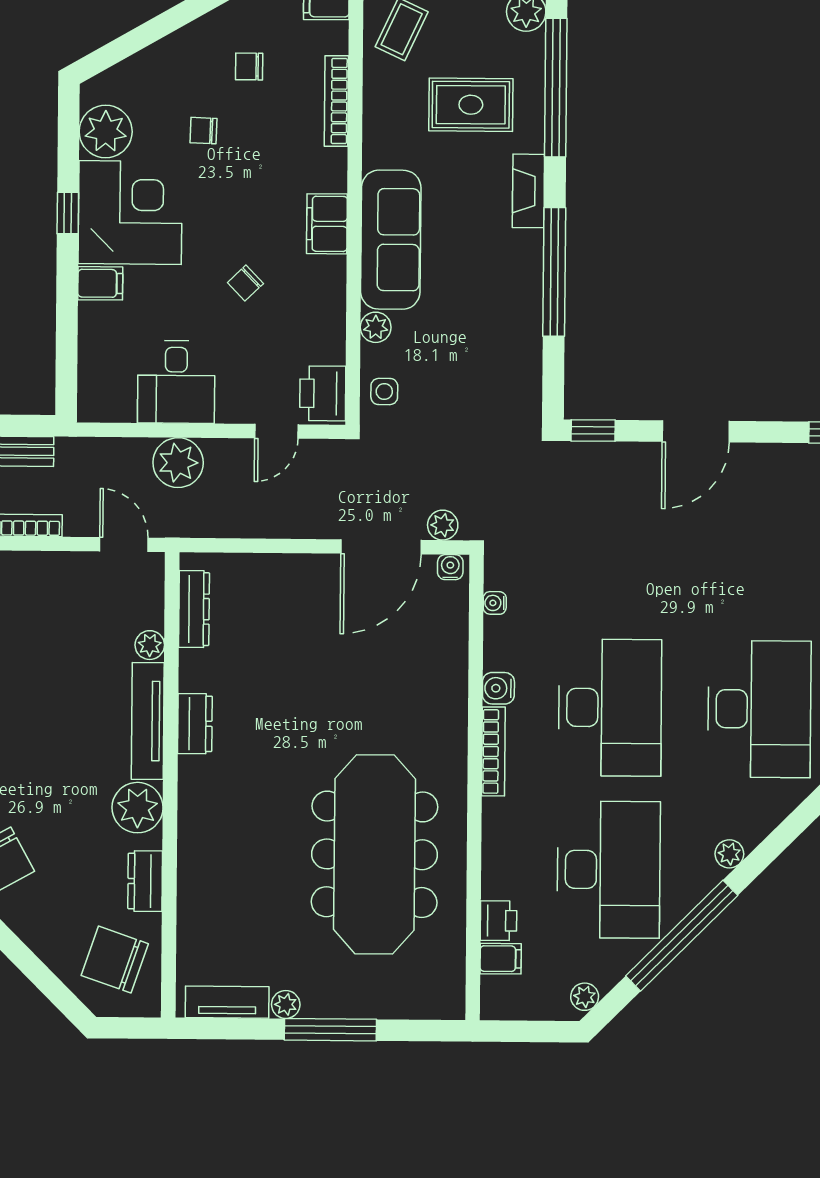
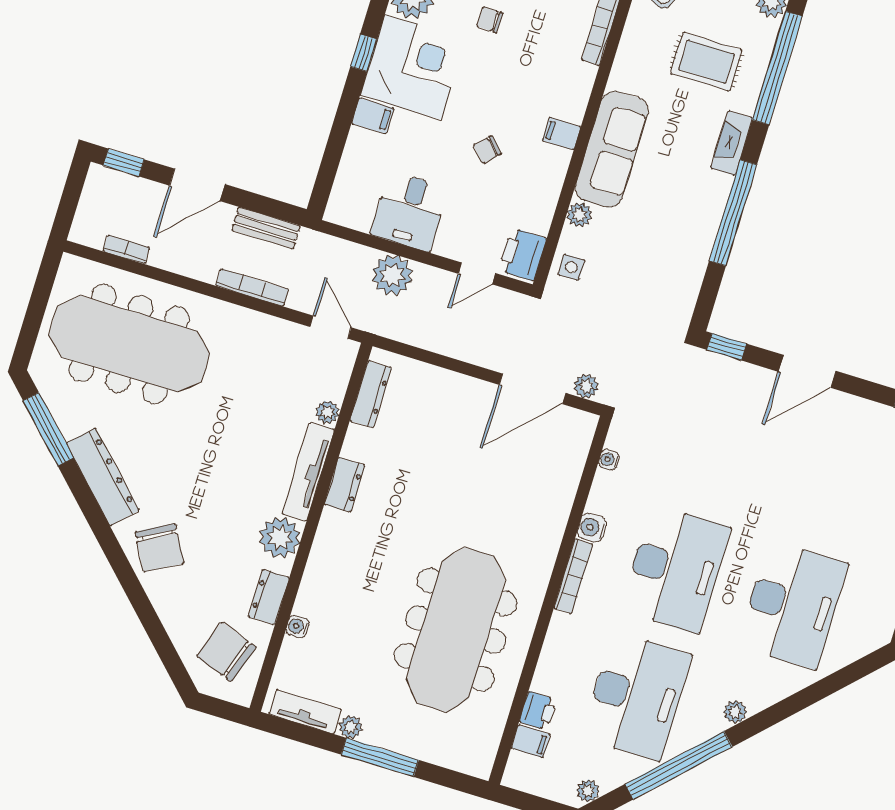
filing cabinet: (327, 224) -> (562, 134), width x0.50
water cooler: (450, 567) -> (298, 627), moved, turned -90

